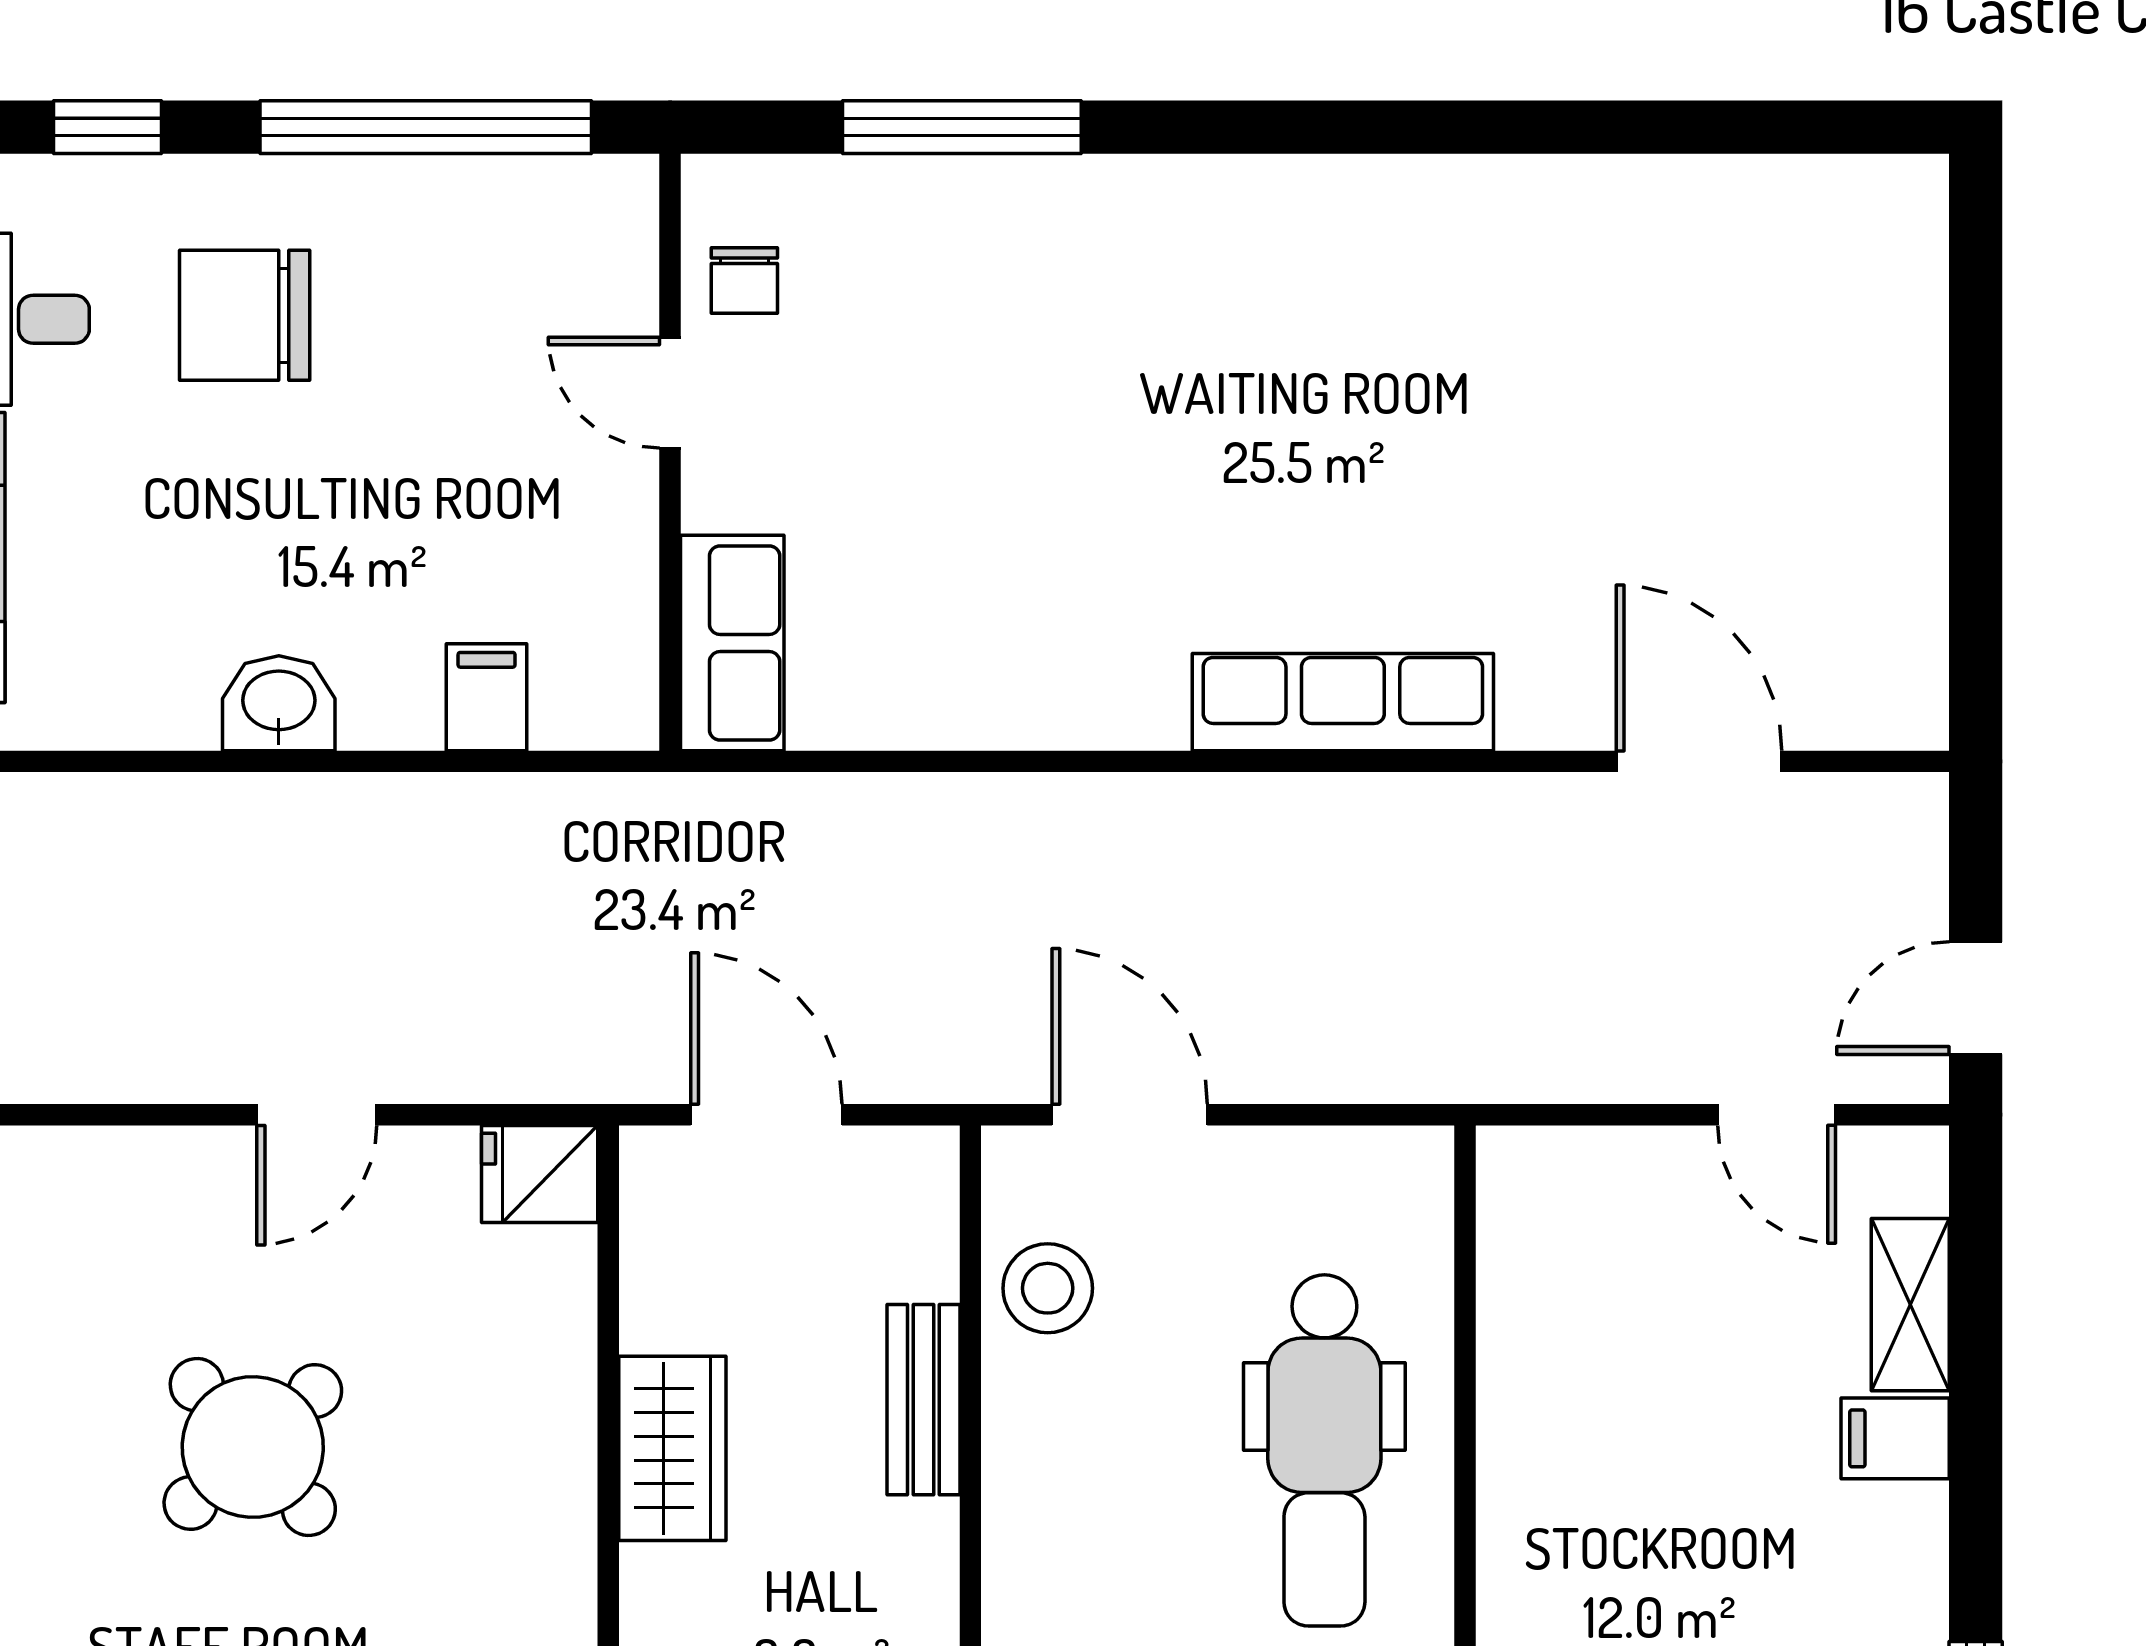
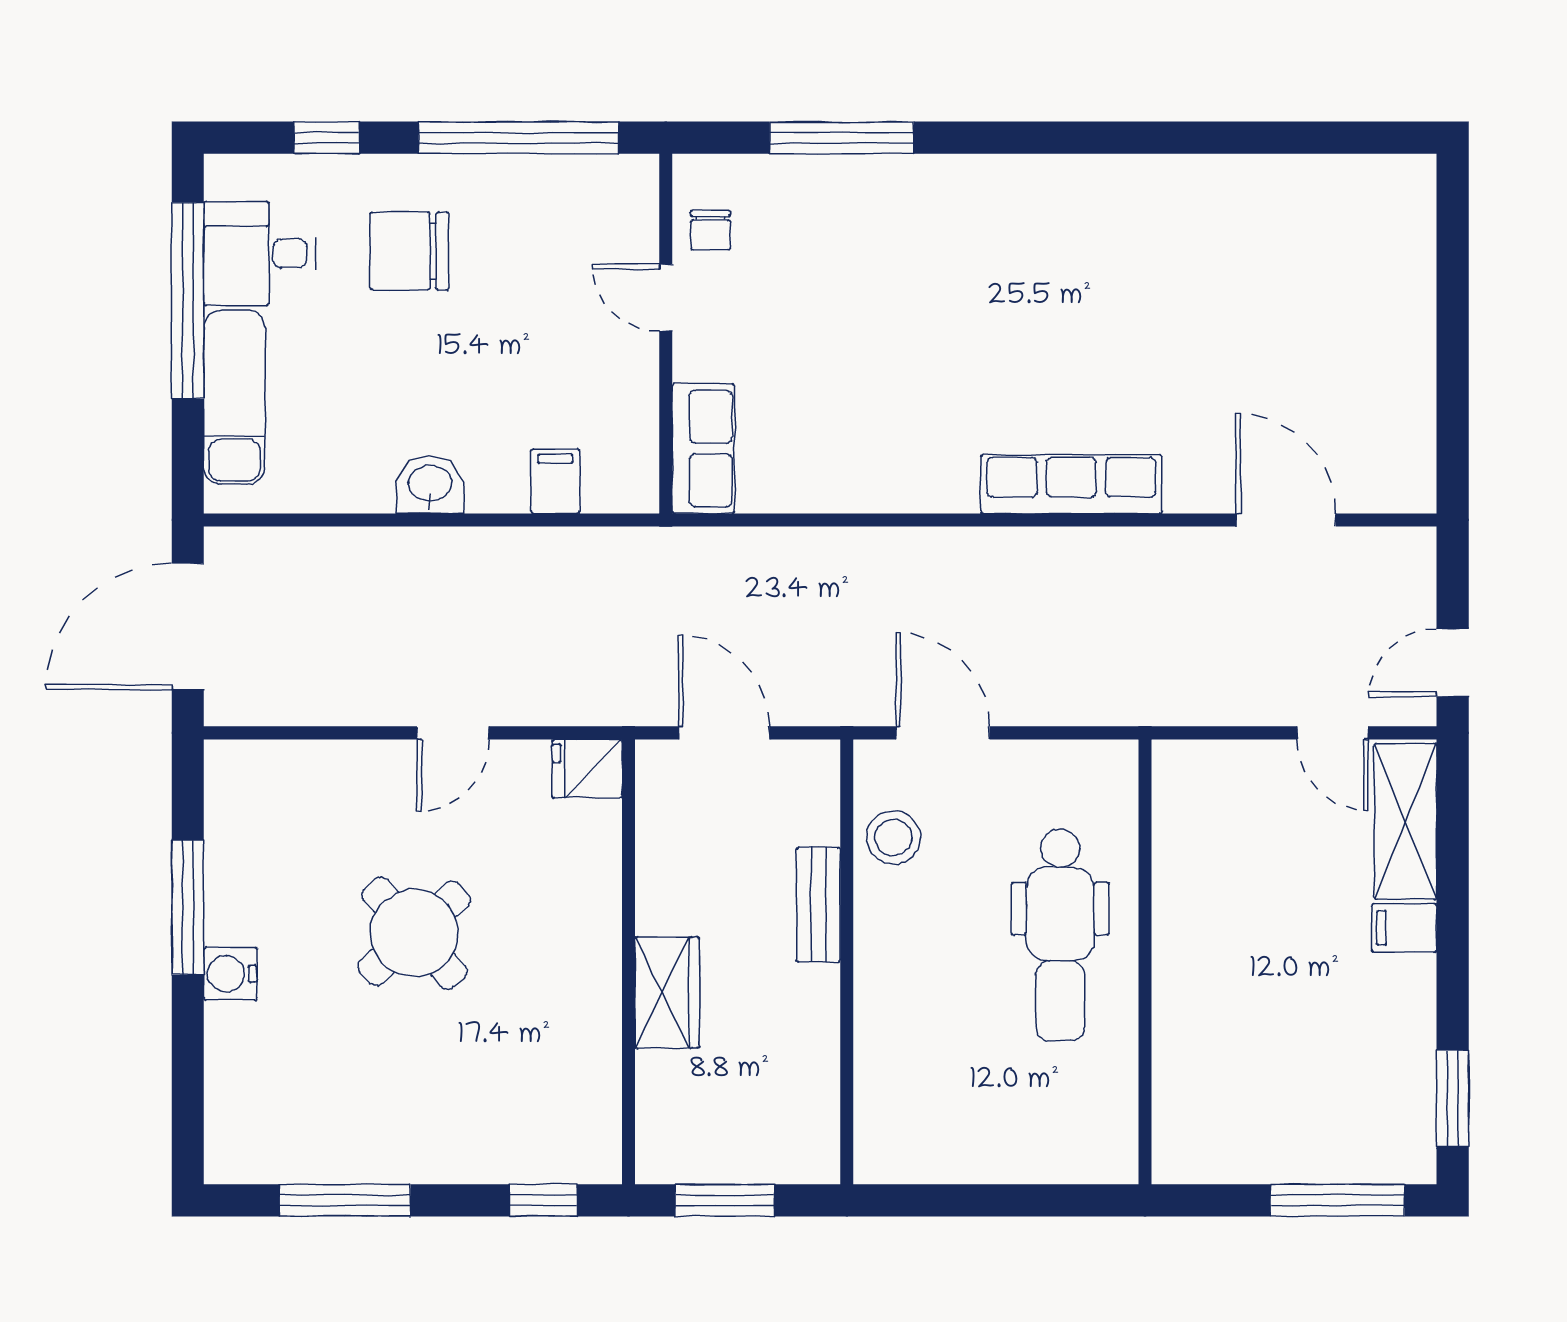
shelving: (1910, 1305) -> (1405, 821), width x1.50, depth x1.33
wardrobe: (672, 1448) -> (667, 992), moved

